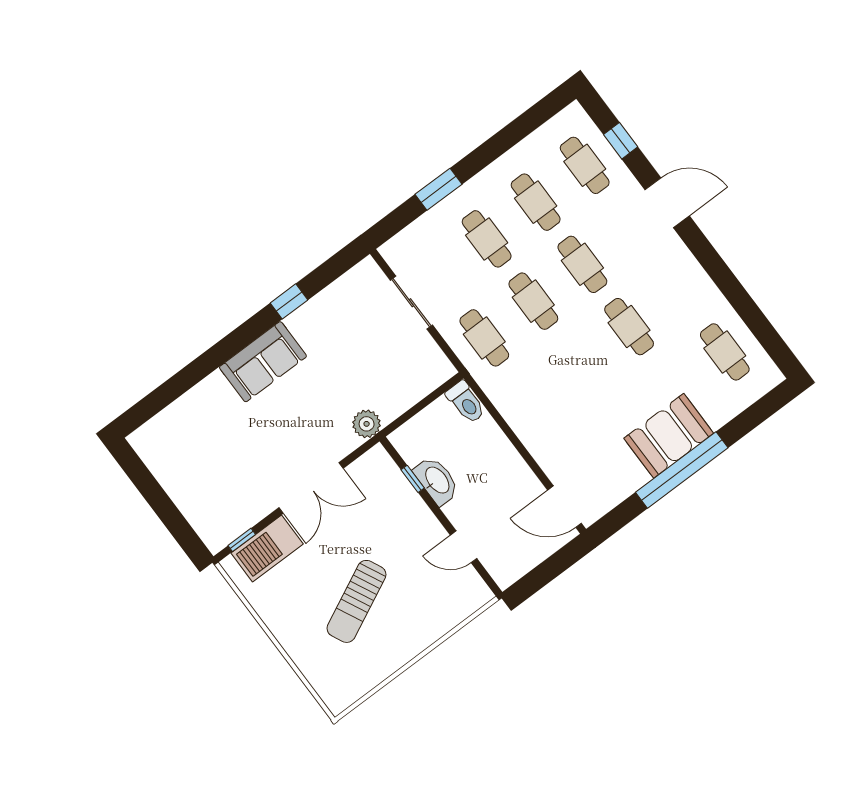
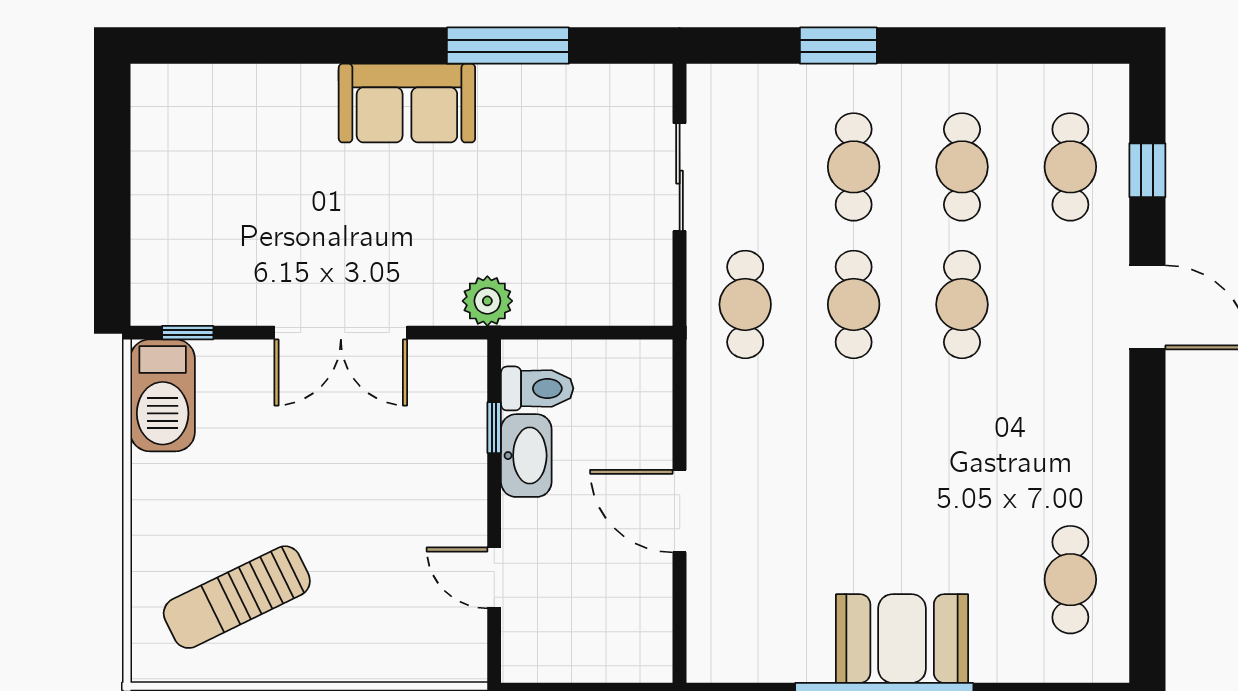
window: (289, 301) -> (508, 46), width x2.17
cafe table: (629, 327) -> (962, 442), removed
toilet: (466, 402) -> (537, 388), moved, turned -90
door: (565, 507) -> (680, 511), moved
barbecue: (267, 549) -> (163, 395), moved, turned -90
sun lounger: (357, 601) -> (237, 597), moved

